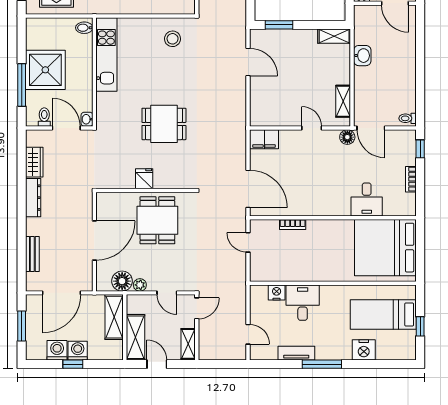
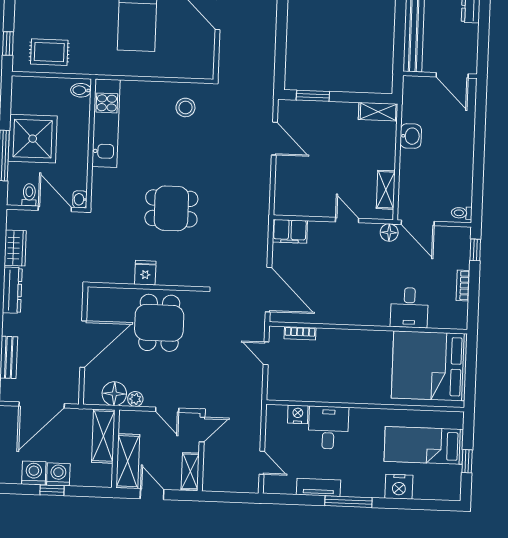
bookcase: (293, 225) -> (300, 333), moved

